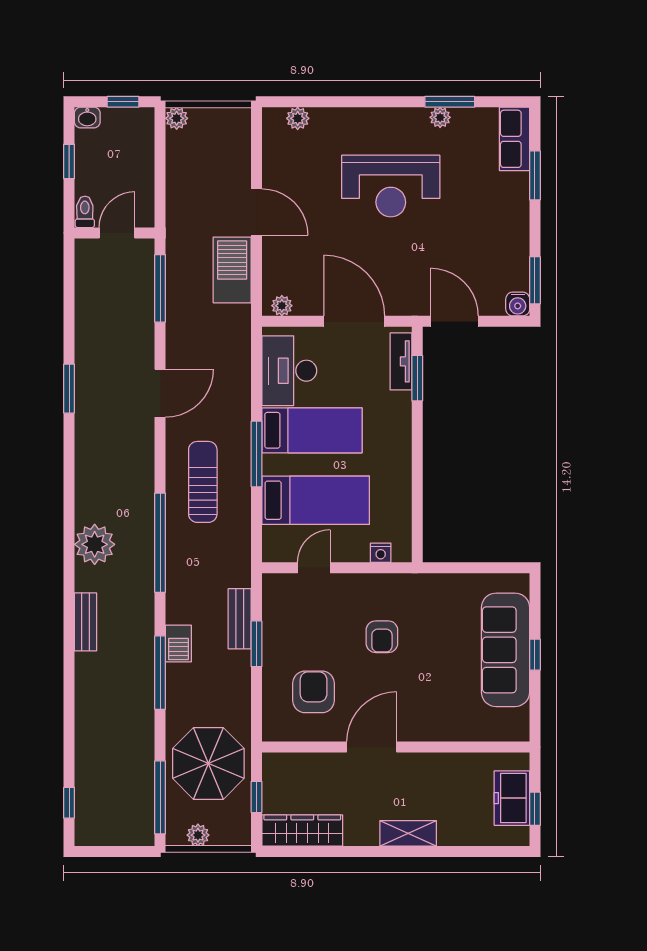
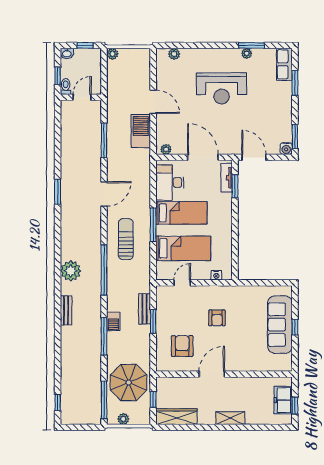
toilet: (85, 212) -> (66, 87), moved
wall: (115, 233) -> (81, 97), moved
door: (117, 233) -> (82, 97), moved

